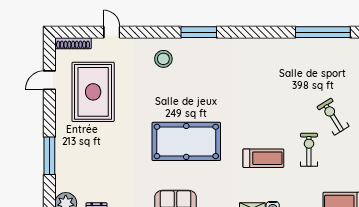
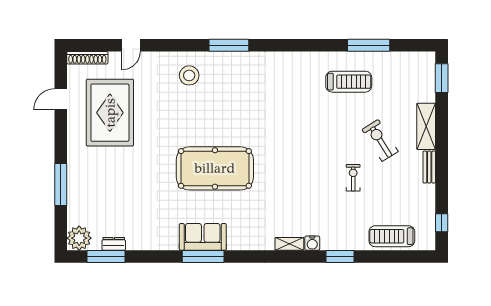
door: (112, 32) -> (131, 45), swing flipped
window: (323, 32) -> (369, 45), width x0.68
exercise bike: (309, 150) -> (353, 178), width x0.73, depth x0.72
treadmill: (263, 158) -> (349, 82), moved

